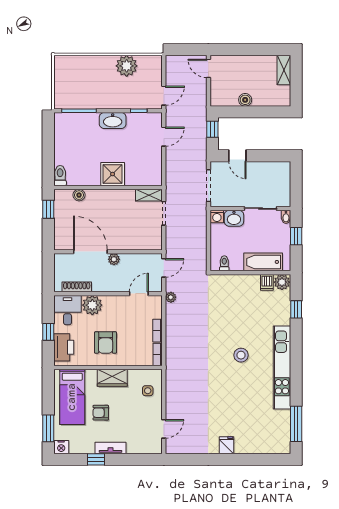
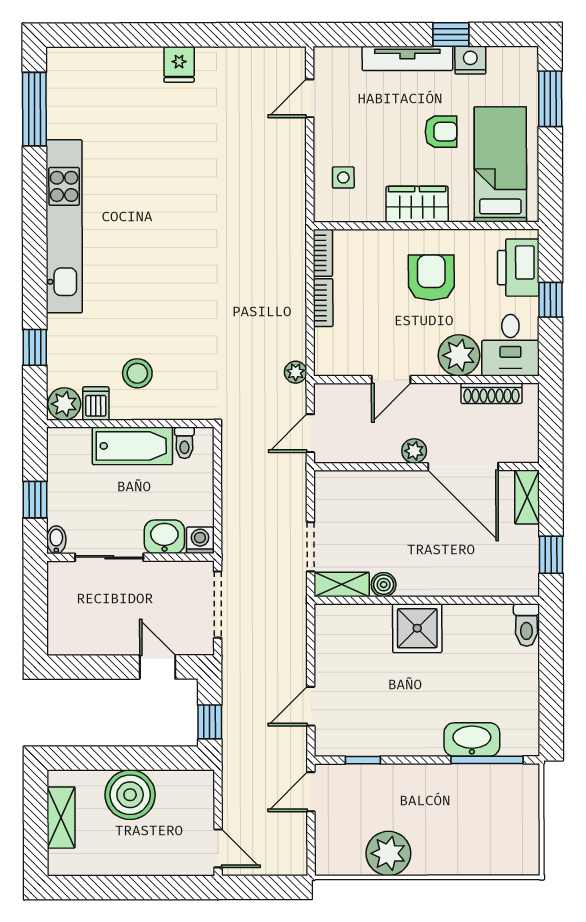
shelving: (284, 70) -> (61, 818), moved
boiler: (245, 100) -> (130, 795), width x1.86, depth x1.86
washbasin: (113, 121) -> (472, 740), moved
boiler: (79, 195) -> (384, 585), moved
shelving: (60, 237) -> (527, 497), added
bathtub: (263, 262) -> (132, 446), moved
door: (139, 294) -> (391, 380), moved
stool: (241, 355) -> (137, 373), moved
nightstand: (61, 447) -> (470, 60), moved
tv unit: (110, 448) -> (407, 58), width x1.41

